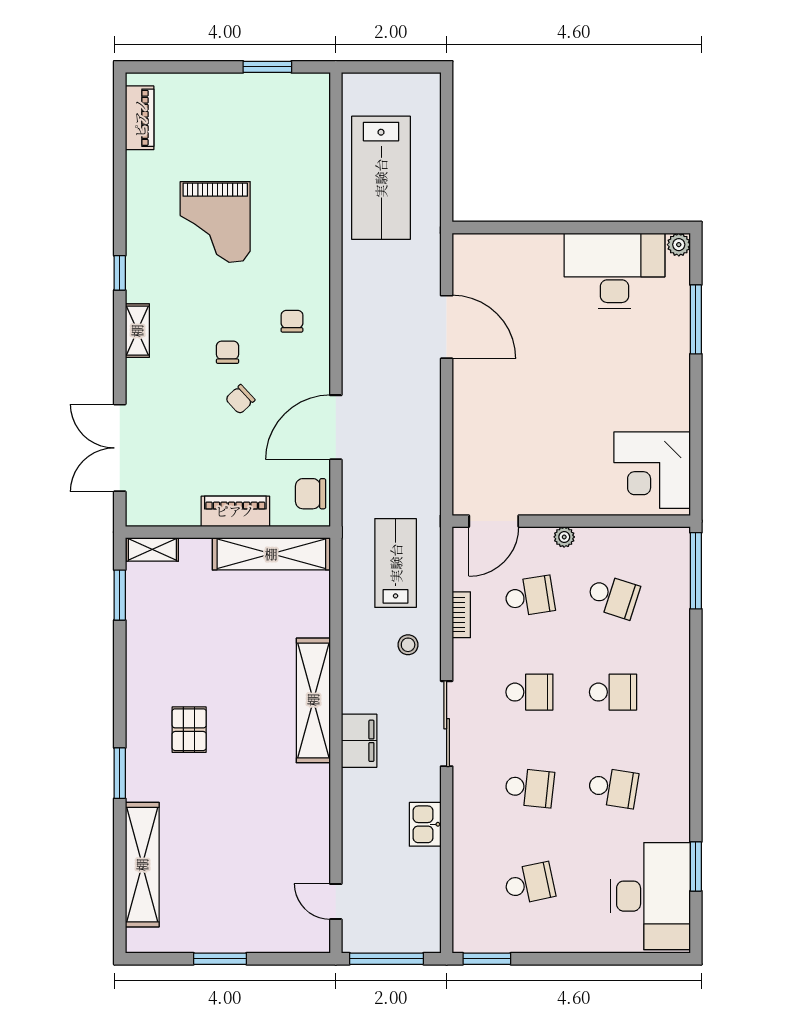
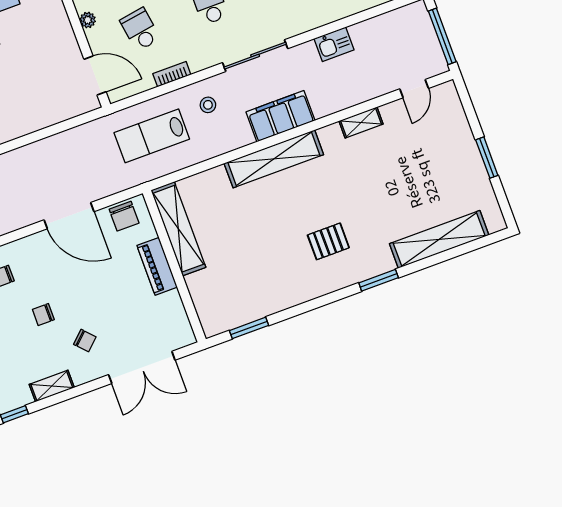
chair: (240, 399) -> (85, 341), moved
shelving: (152, 549) -> (361, 123), moved, turned 90
filing cabinet: (359, 741) -> (280, 116), width x1.50, depth x1.17

